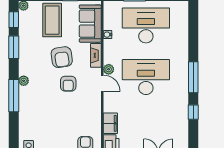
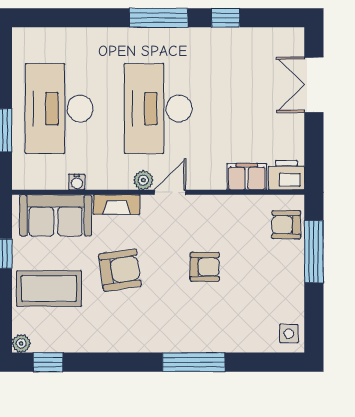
window: (14, 47) -> (101, 362), removed
plant: (24, 81) -> (165, 343), removed
armchair: (68, 84) -> (205, 267), moved

